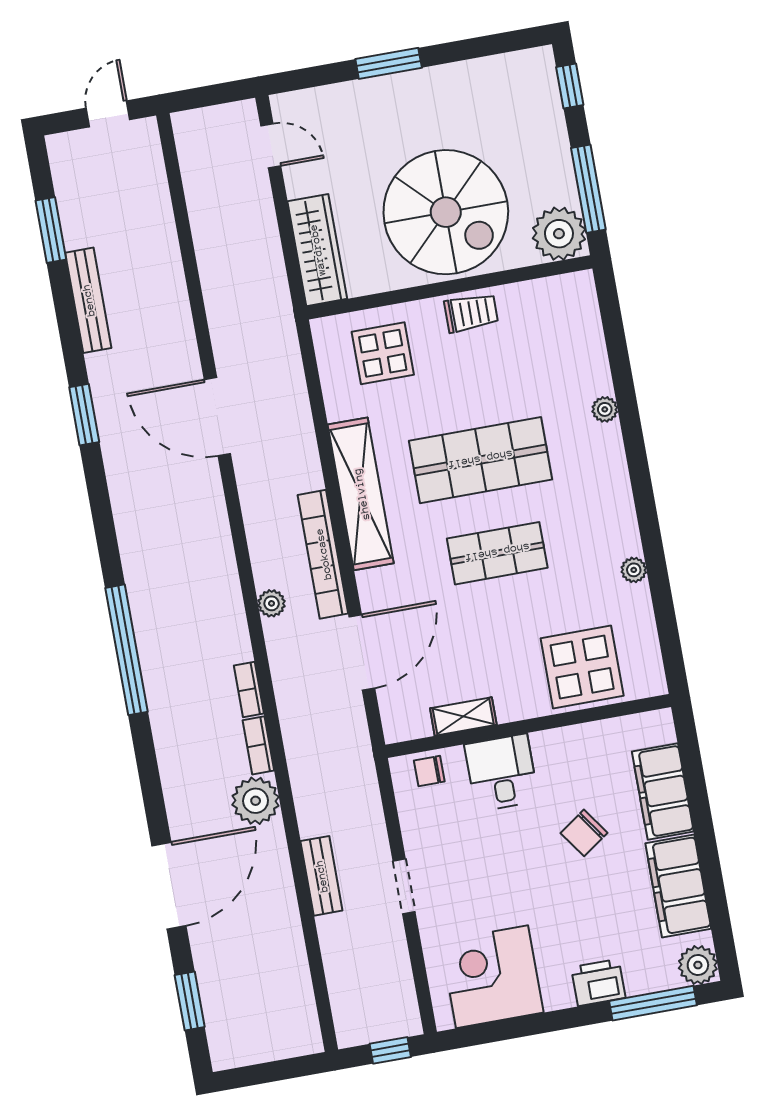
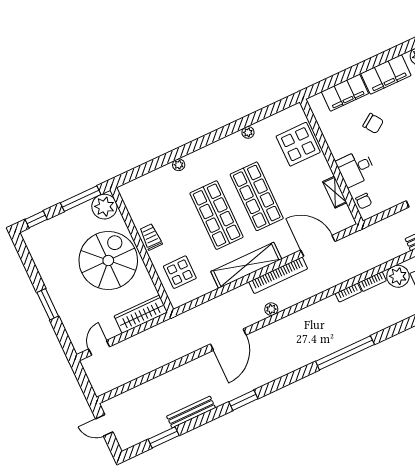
shop shelf: (497, 553) -> (257, 196), width x1.43, depth x1.36
plant: (272, 603) -> (271, 309), moved

